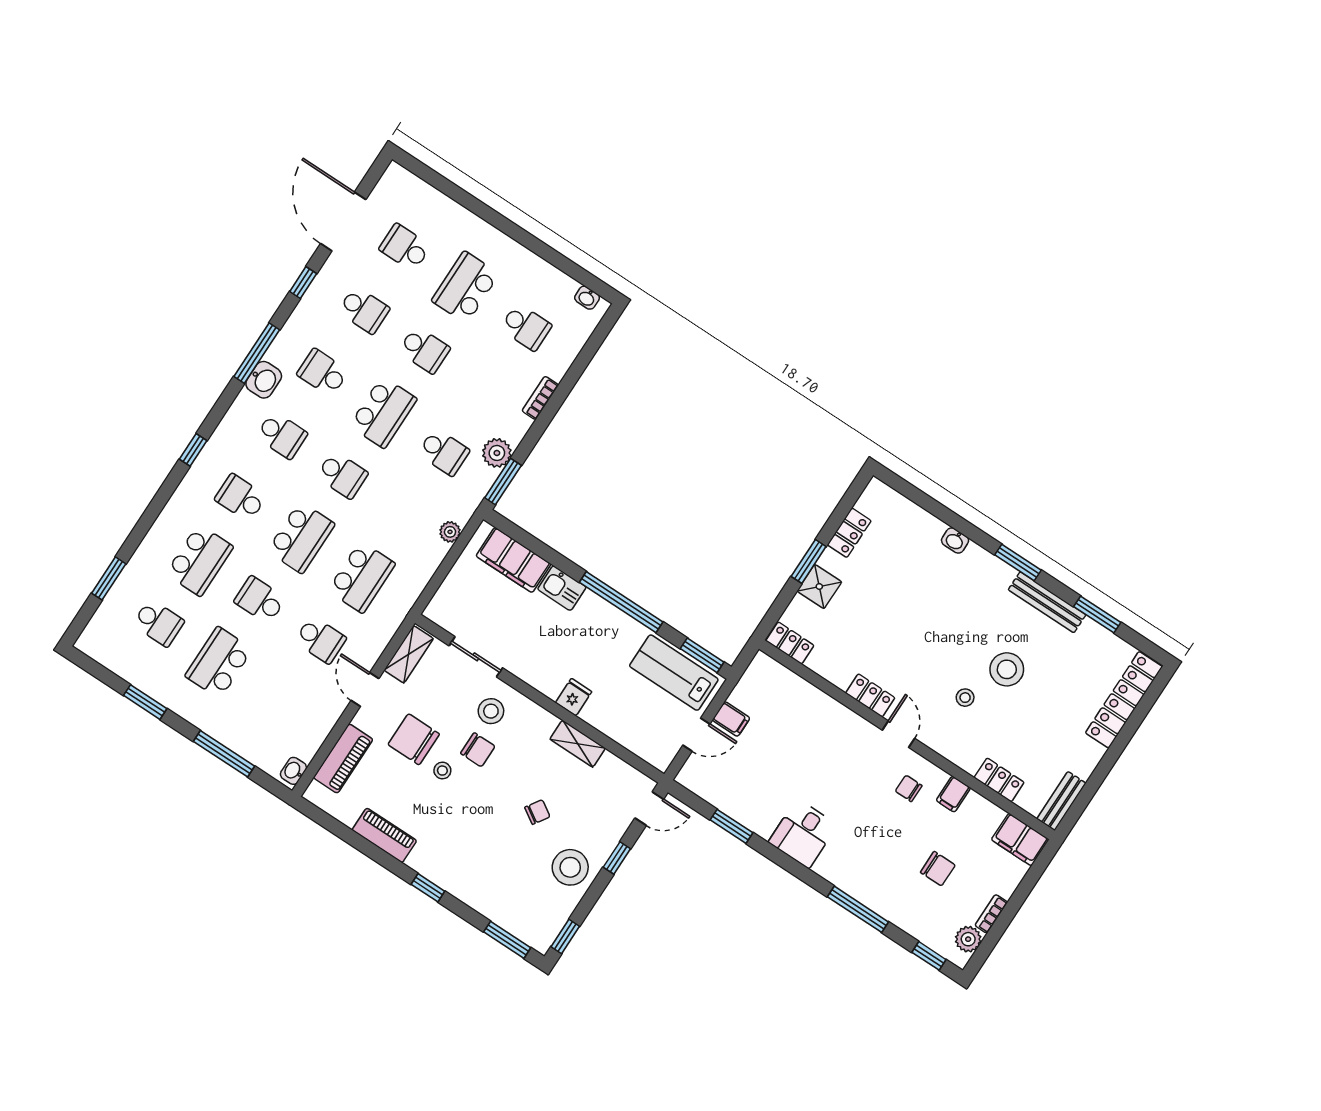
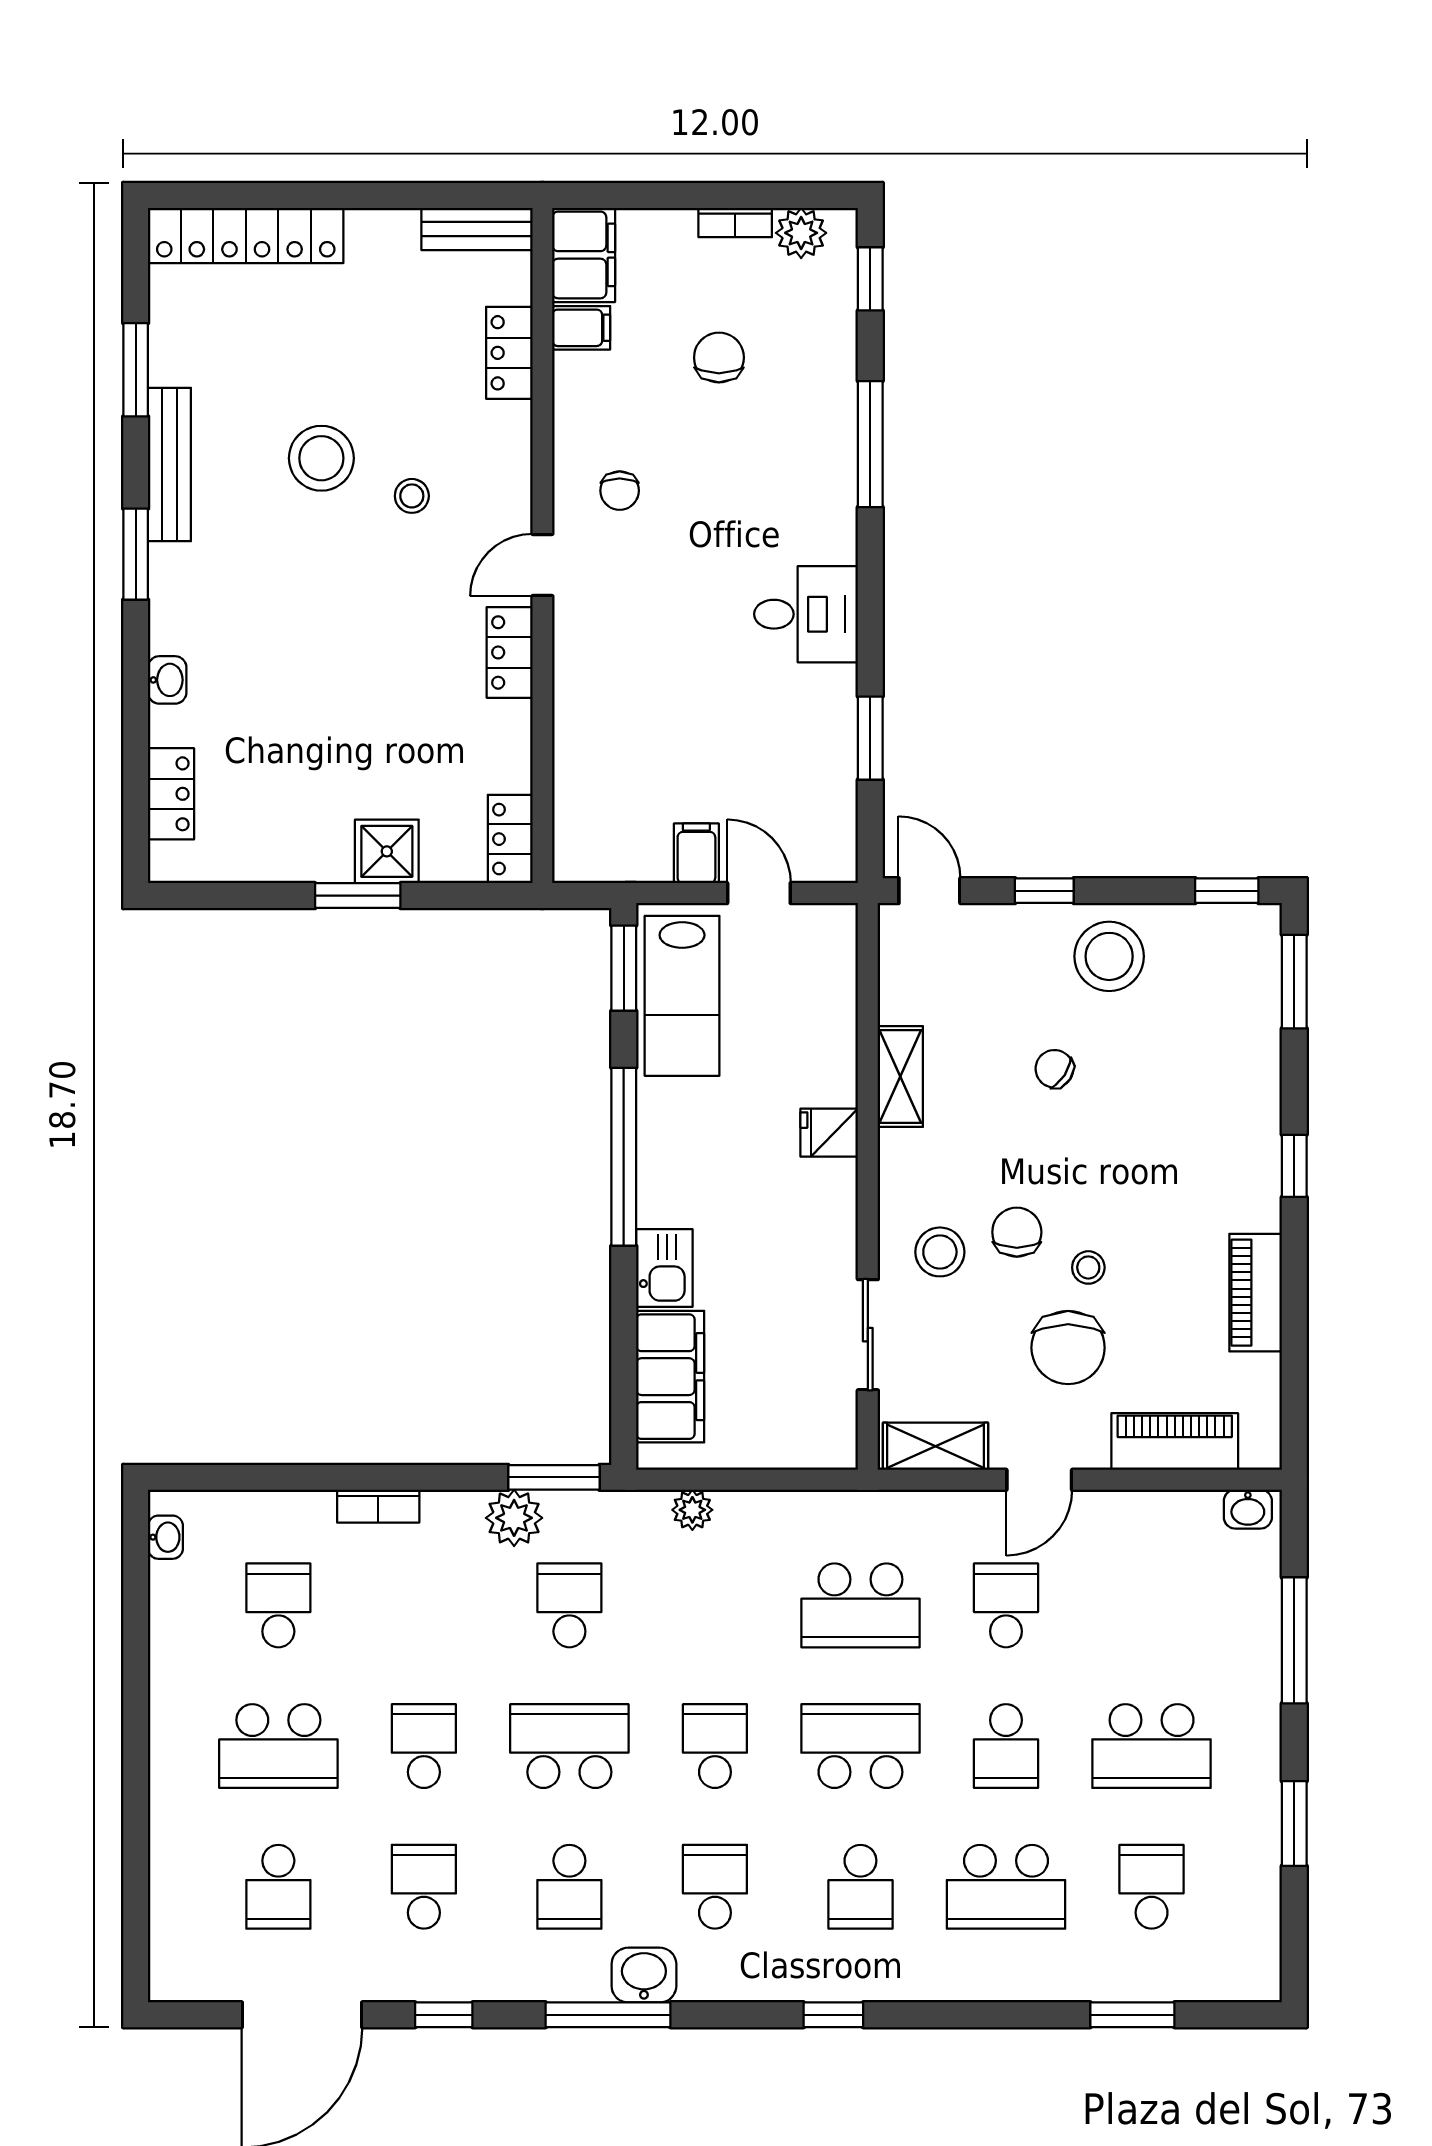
locker: (849, 533) -> (171, 794), moved, turned 90
school desk: (199, 560) -> (1006, 1887), turned 180
school desk: (361, 577) -> (860, 1605), turned 180
filing cabinet: (953, 794) -> (581, 328), moved

